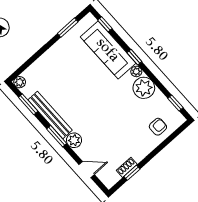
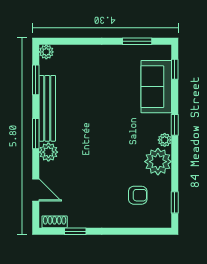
sofa: (108, 50) -> (156, 87), width x0.73
armchair: (158, 127) -> (138, 195), moved
shoe rack: (127, 167) -> (55, 222), moved

